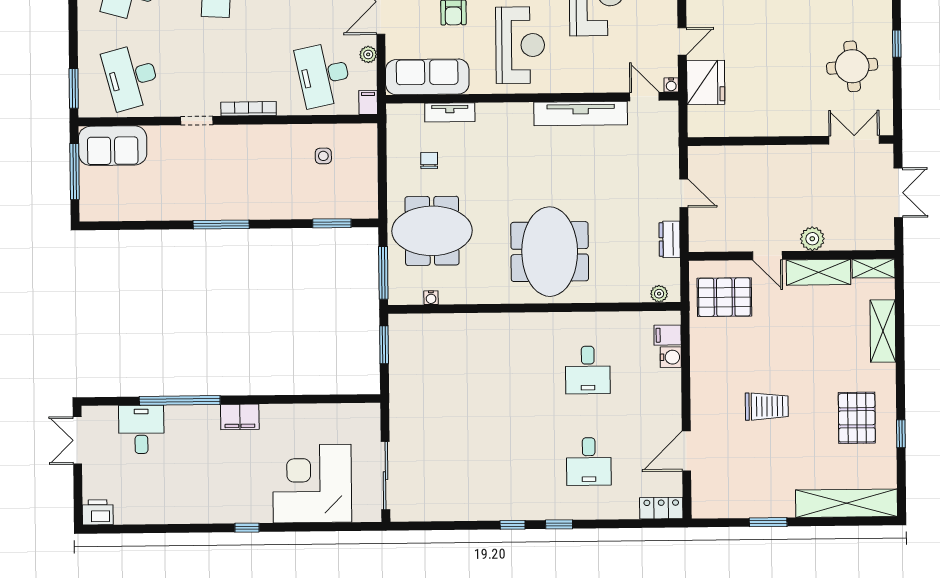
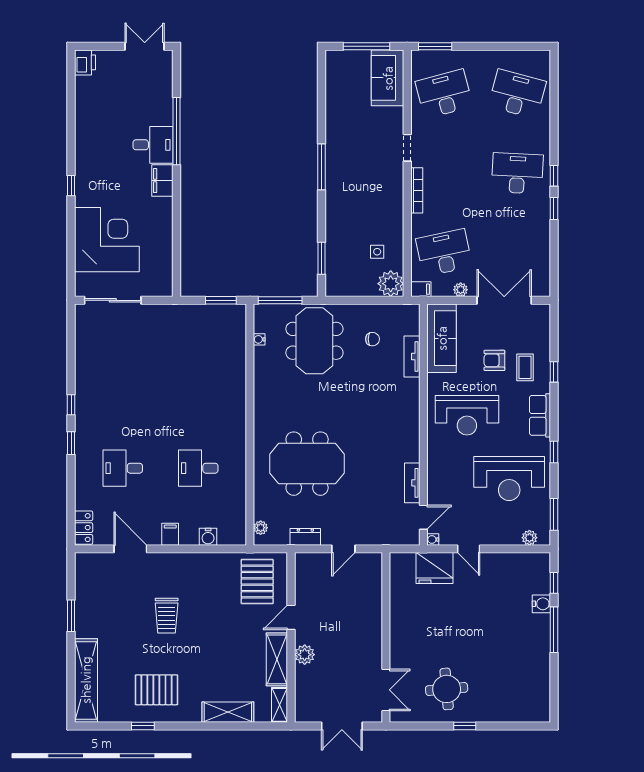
tv unit: (581, 113) -> (412, 483), width x0.52, depth x0.78
plant: (362, 139) -> (391, 284), added
meeting table: (550, 252) -> (307, 464), moved
filing cabinet: (668, 335) -> (170, 534), moved
desk: (141, 429) -> (153, 145), moved

